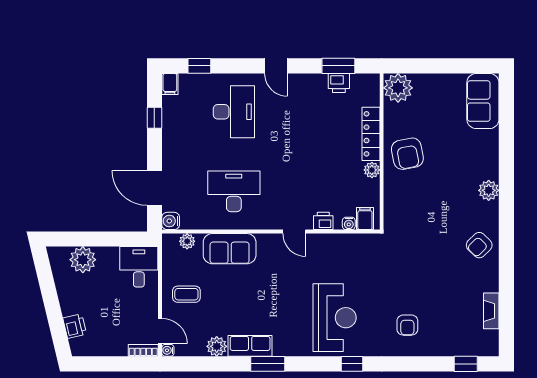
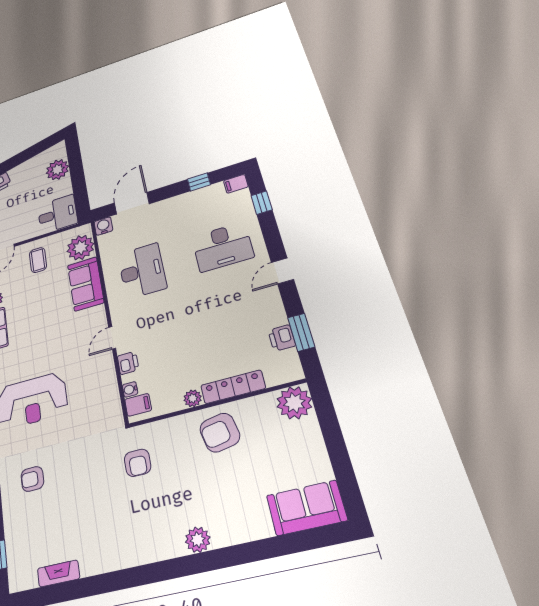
plant: (187, 241) -> (80, 248), width x1.88, depth x1.88
armchair: (479, 245) -> (138, 463), moved, turned -135

